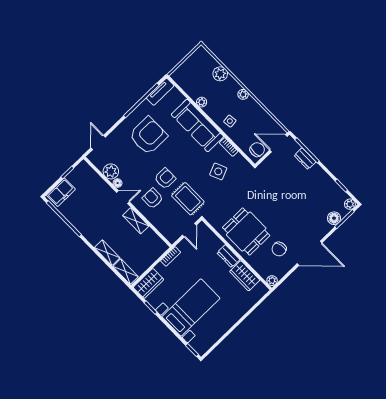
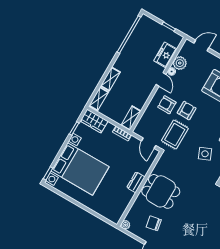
armchair: (165, 178) -> (187, 111), turned -90
freezer: (61, 192) -> (165, 55), moved, turned 90
armchair: (153, 198) -> (167, 105), turned -90
shelving: (136, 221) -> (131, 118), moved
door: (189, 230) -> (149, 143), hinge flipped
dining table: (246, 232) -> (161, 191), turned 90
wardrobe: (245, 276) -> (123, 201), removed
bed with nightstands: (191, 308) -> (80, 169), width x1.36

